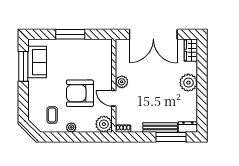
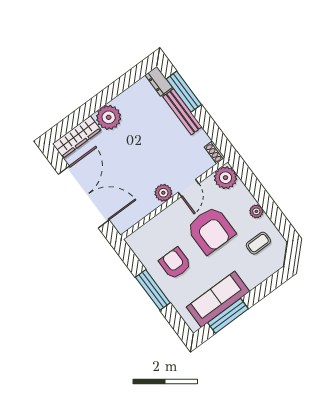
wardrobe: (191, 50) -> (77, 137), width x1.50
armchair: (76, 58) -> (175, 263), added
sofa: (37, 62) -> (218, 299), width x1.36

